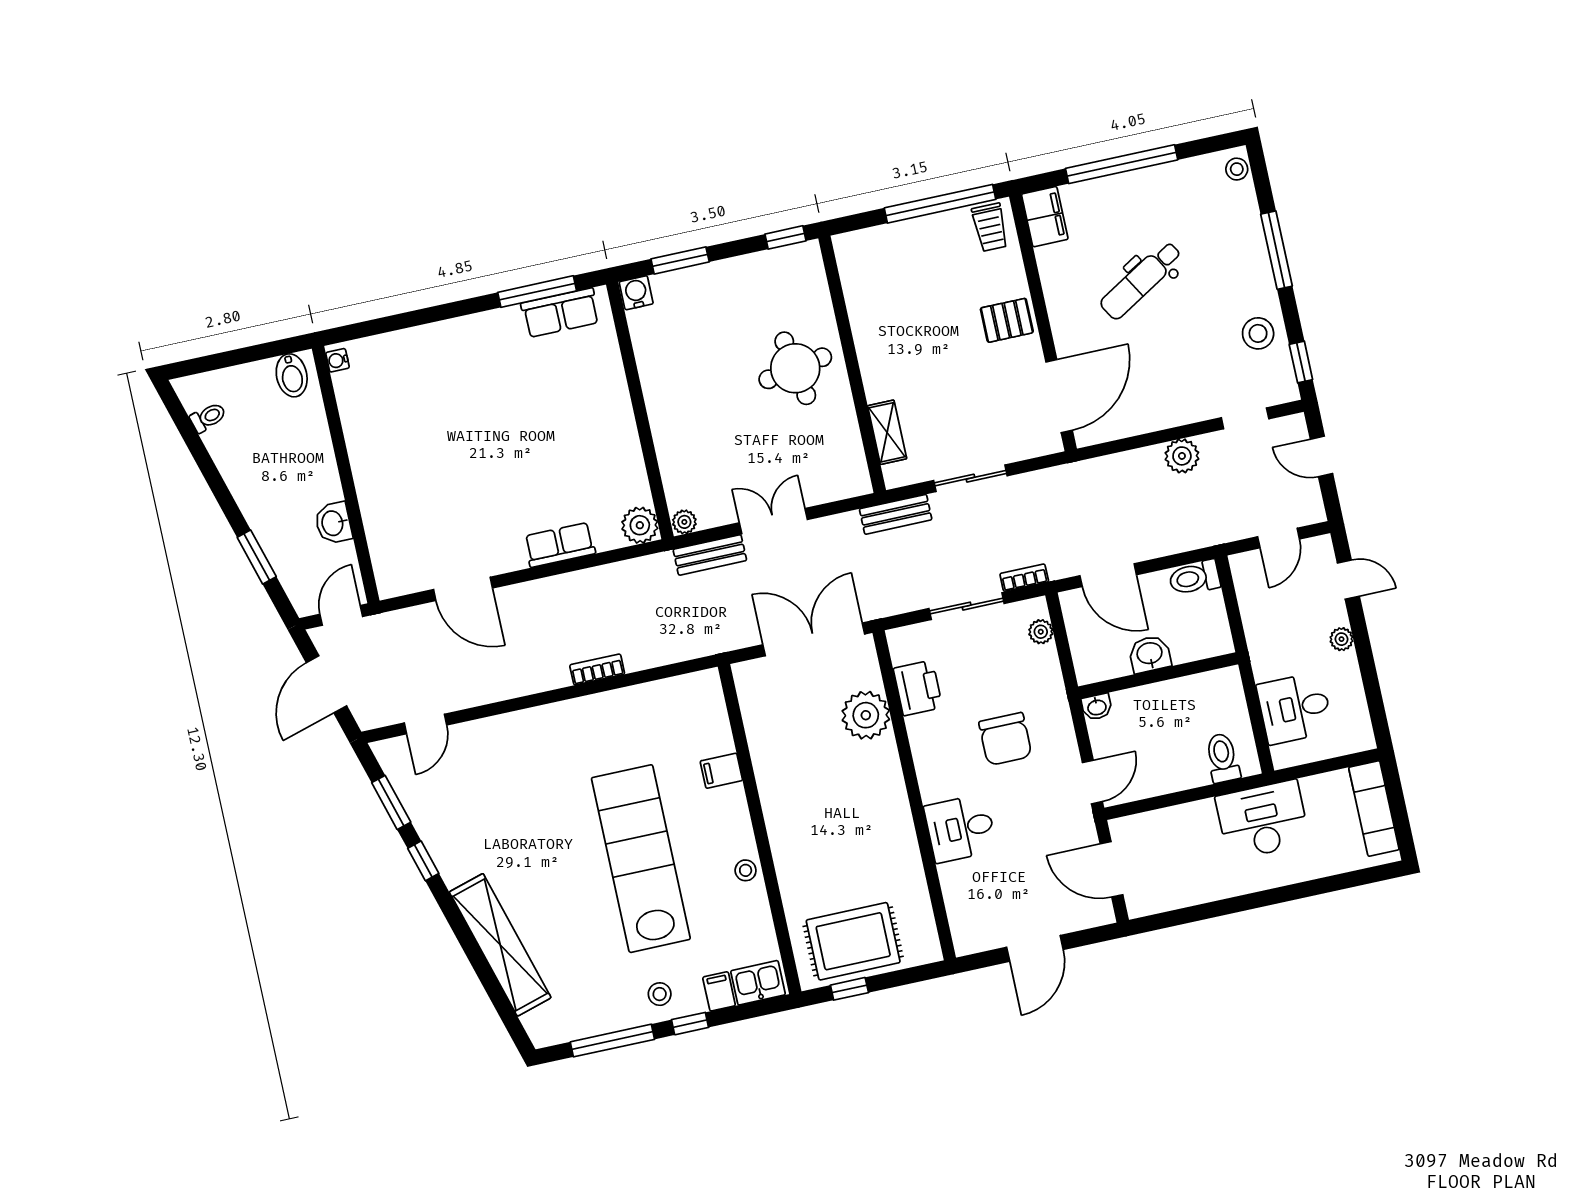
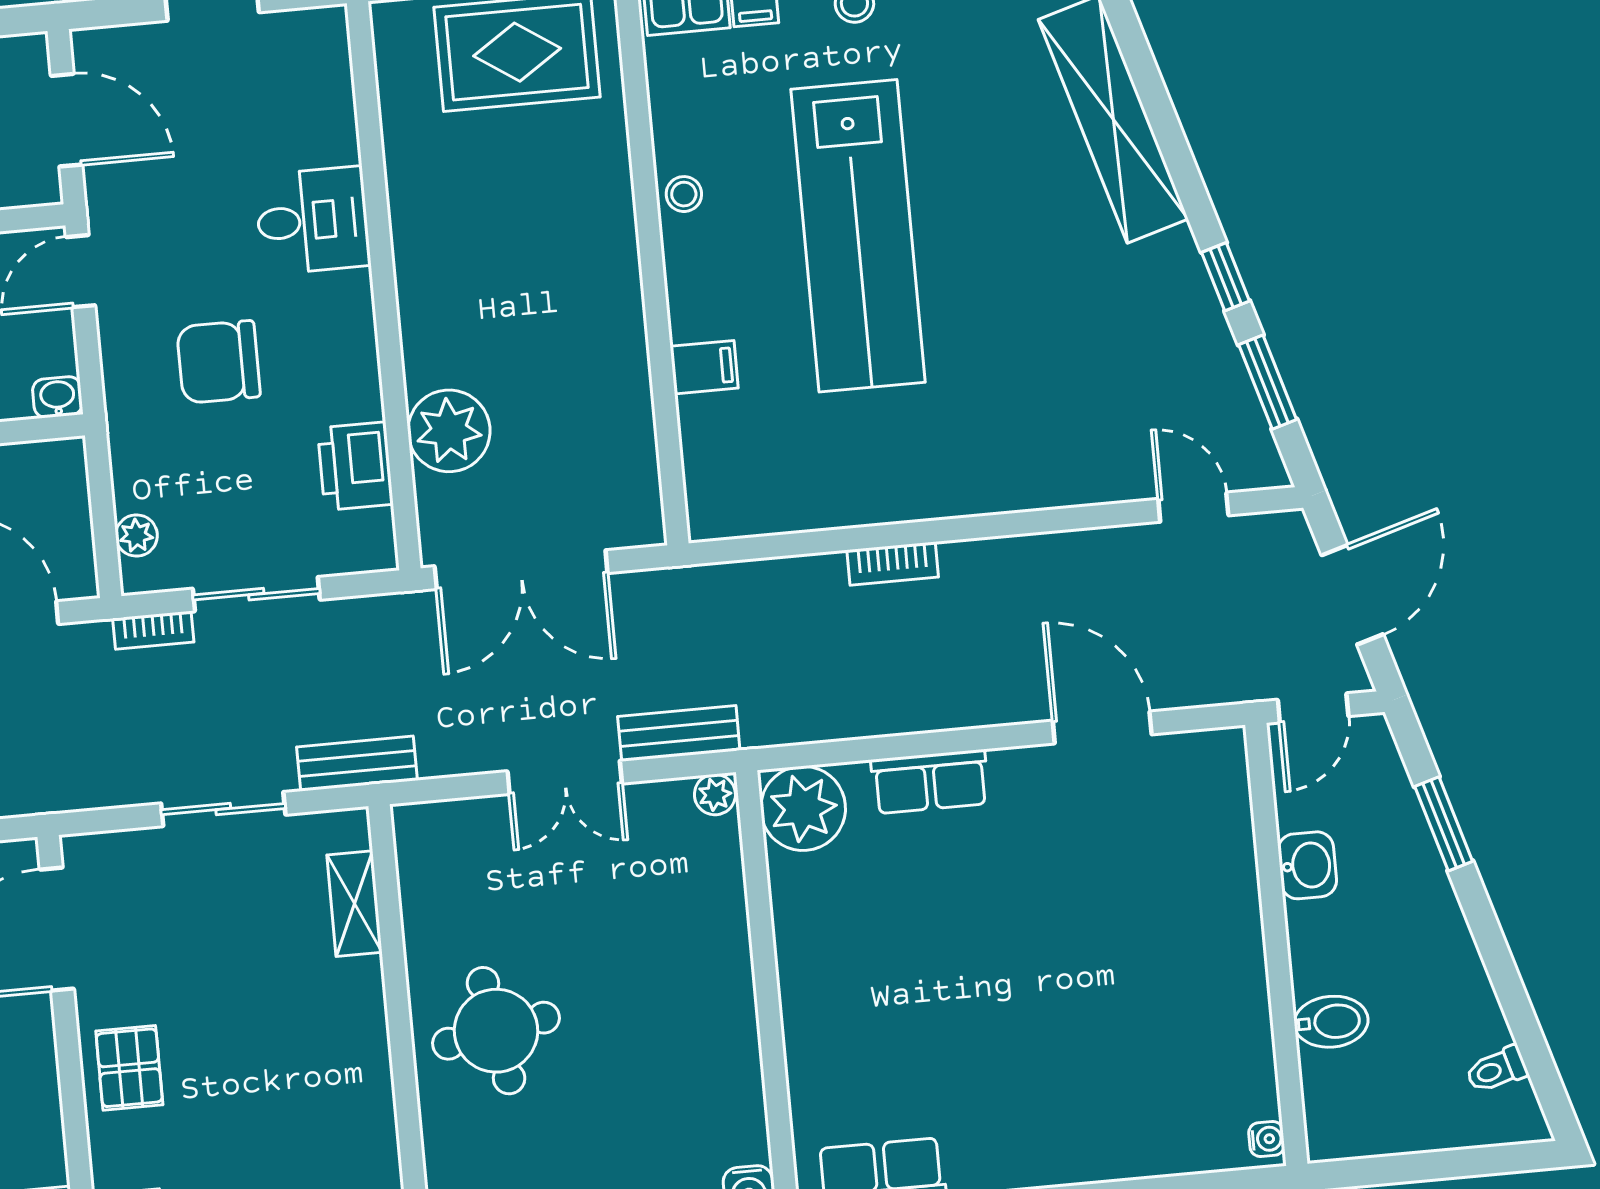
pallet: (1007, 320) -> (129, 1068), turned 90
bidet: (292, 375) -> (1331, 1022), moved, turned 90
plant: (640, 525) -> (803, 808), width x1.36, depth x1.36
door: (426, 724) -> (1193, 507), hinge flipped
chair: (1005, 739) -> (219, 362), turned -90

